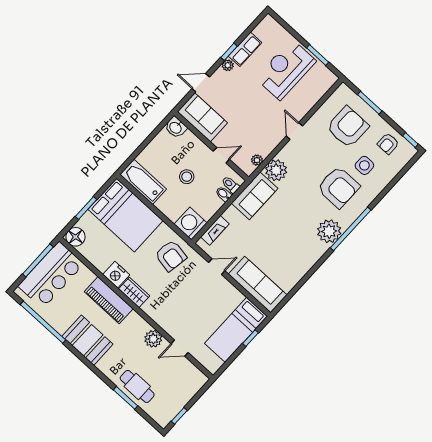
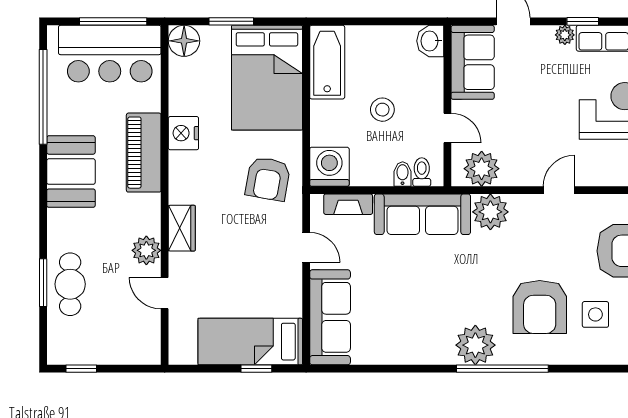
plant: (257, 160) -> (482, 169), width x1.87, depth x1.87
sofa: (255, 196) -> (422, 214), width x1.36
wardrobe: (134, 292) -> (182, 228), moved

